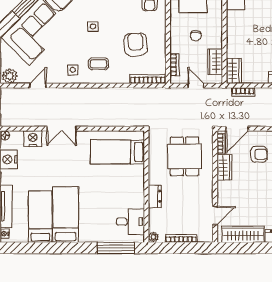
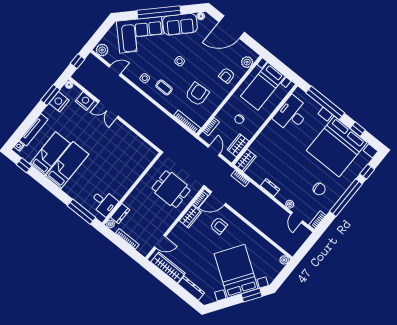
bed: (117, 152) -> (131, 152), removed
dining table: (185, 156) -> (171, 189), turned 90
dresser: (155, 196) -> (120, 214), moved
window: (24, 248) -> (24, 165), added

